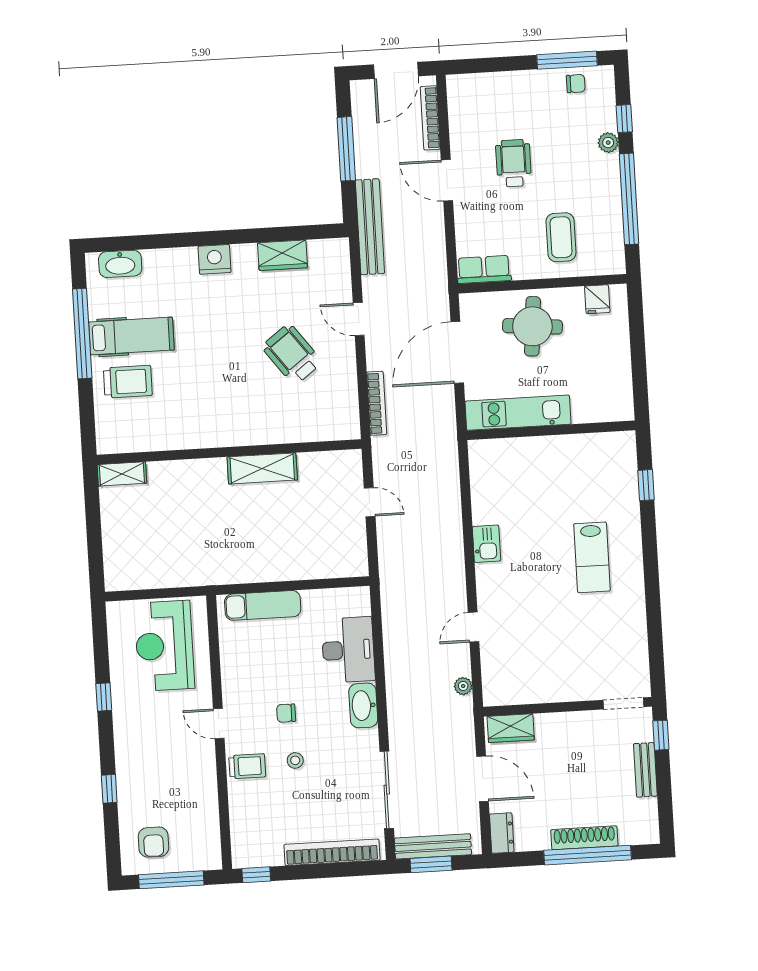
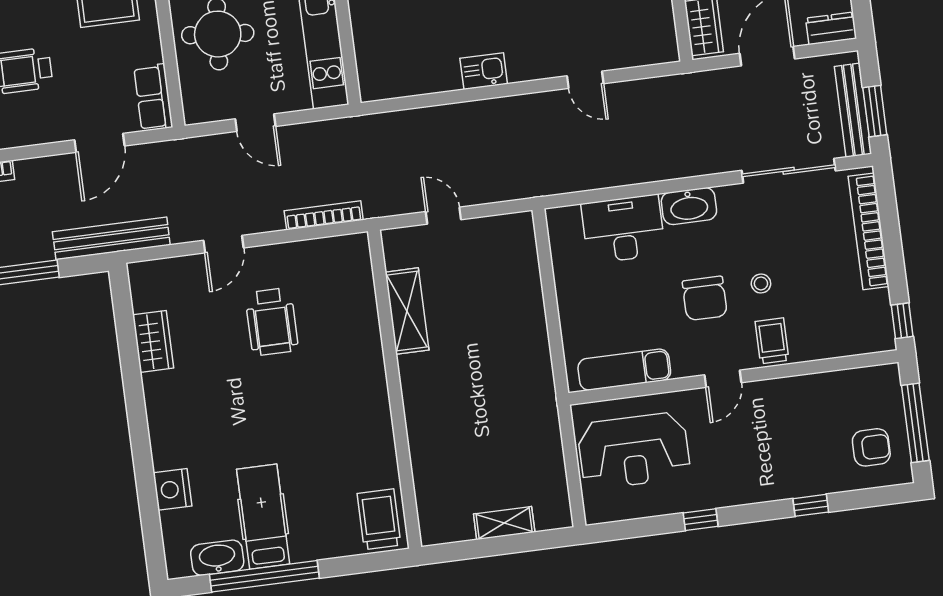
door: (447, 180) -> (99, 143), moved
nightstand: (214, 259) -> (172, 489), moved
washbasin: (120, 264) -> (217, 558), moved, turned -90
door: (457, 352) -> (255, 123), width x0.53
wheelchair: (292, 354) -> (272, 322), turned -53
trolley: (128, 382) -> (379, 519), moved
shelving: (262, 468) -> (407, 311), moved
shelving: (122, 474) -> (504, 523), moved, turned 90
door: (370, 502) -> (443, 216), hinge flipped
exam couch: (263, 605) -> (624, 370), moved, turned -90
plant: (463, 686) -> (657, 87), removed
chair: (286, 713) -> (705, 298), width x1.87, depth x1.87

